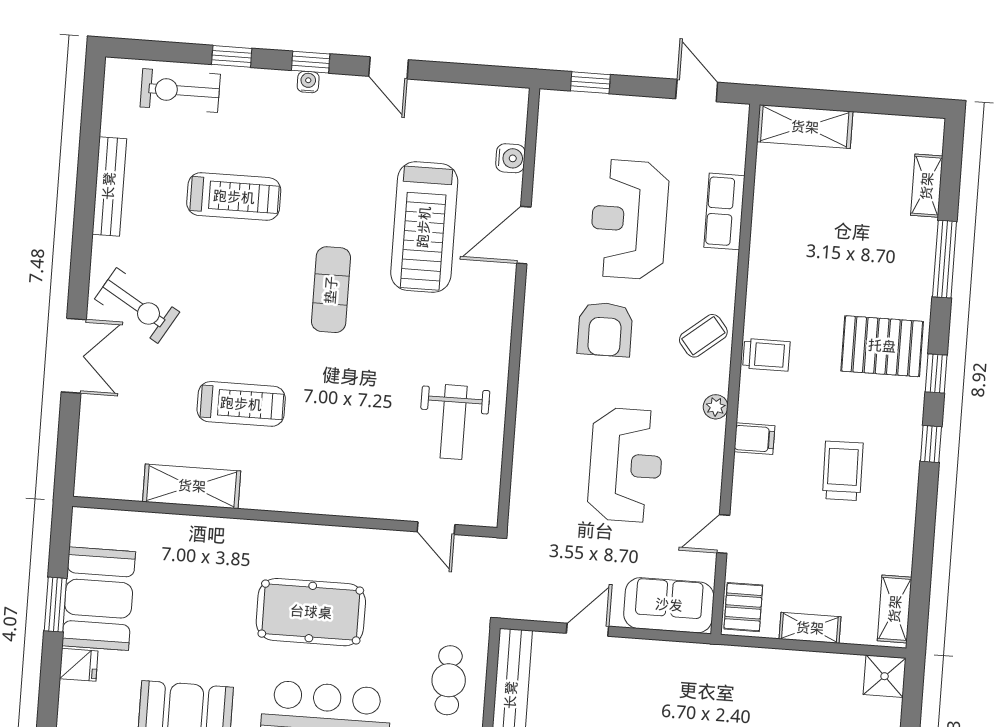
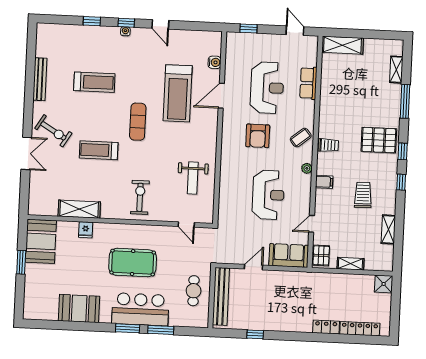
exercise bike: (180, 91) -> (140, 197), moved, turned 90
reception desk: (629, 219) -> (267, 88), turned 180
treadmill: (241, 404) -> (99, 150), moved, turned 180
booth: (99, 599) -> (41, 241), moved
shelving: (895, 609) -> (388, 229), moved
fridge: (79, 665) -> (86, 230), moved, turned 90

